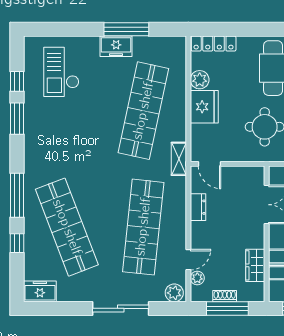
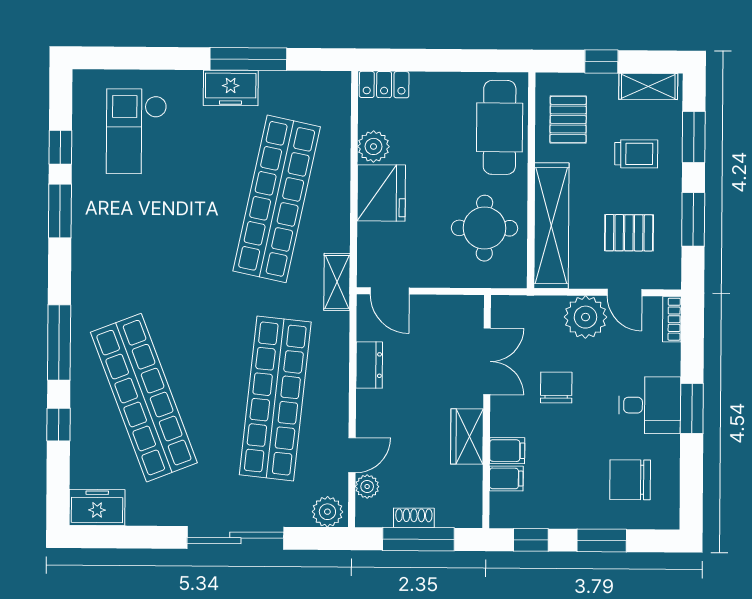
locker: (214, 44) -> (384, 85), width x0.66
wardrobe: (255, 265) -> (467, 436), moved

